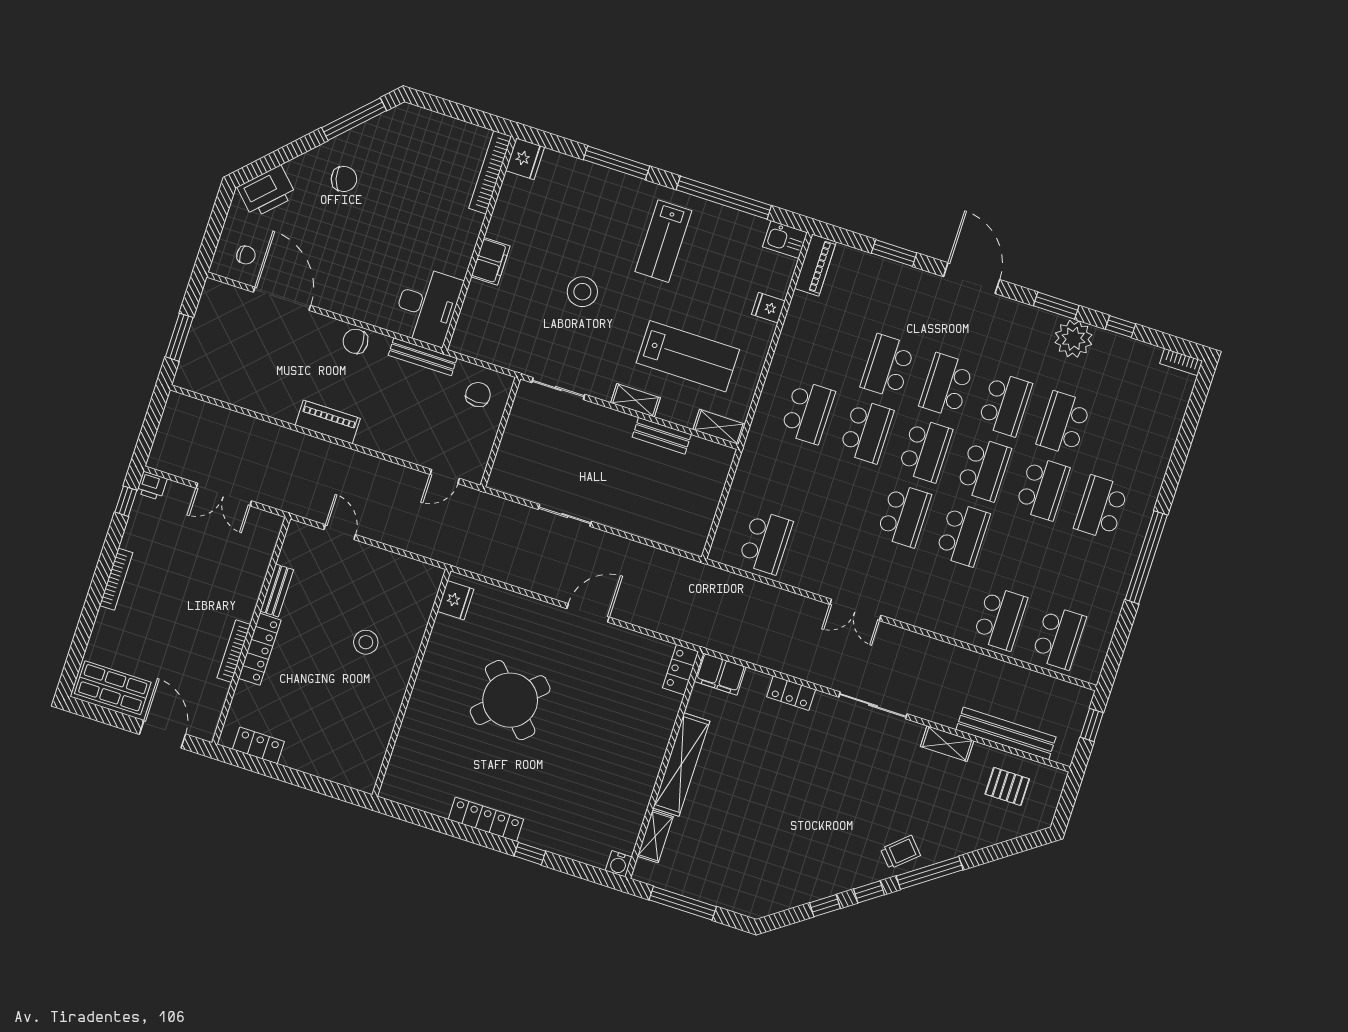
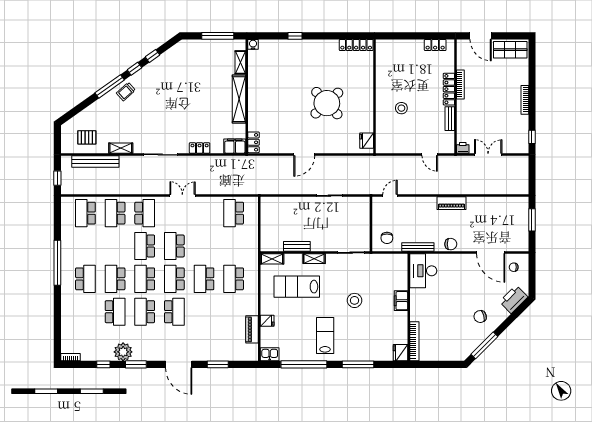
piano: (815, 265) -> (252, 329), moved
school desk: (888, 366) -> (145, 213), moved
printer: (152, 486) -> (463, 148), moved
locker: (486, 819) -> (356, 45), moved

